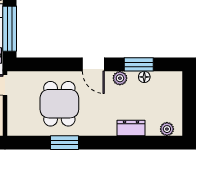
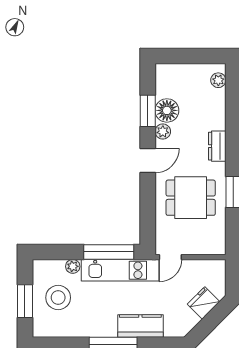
floor lamp: (144, 77) -> (167, 110), width x1.89, depth x1.89
dresser: (131, 128) -> (217, 146), moved

